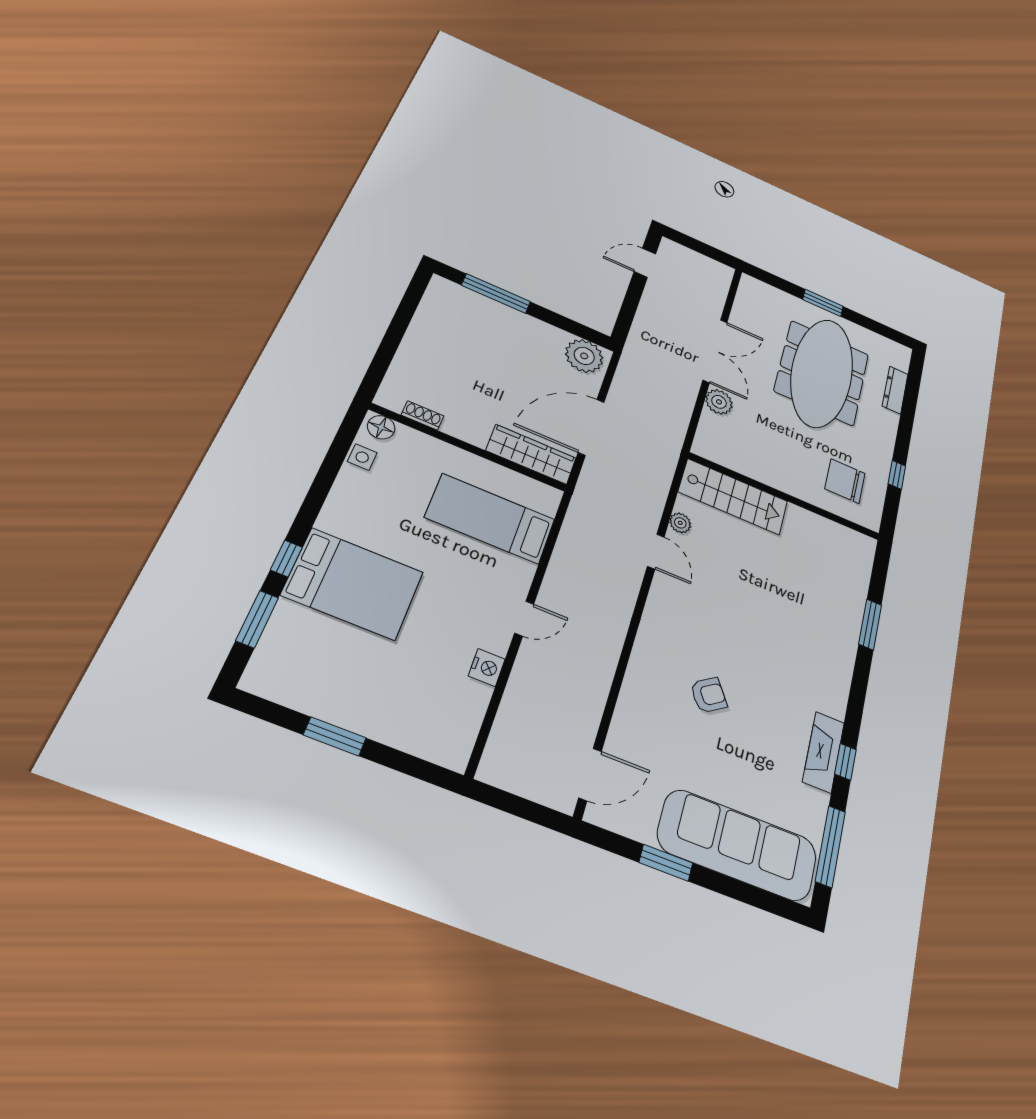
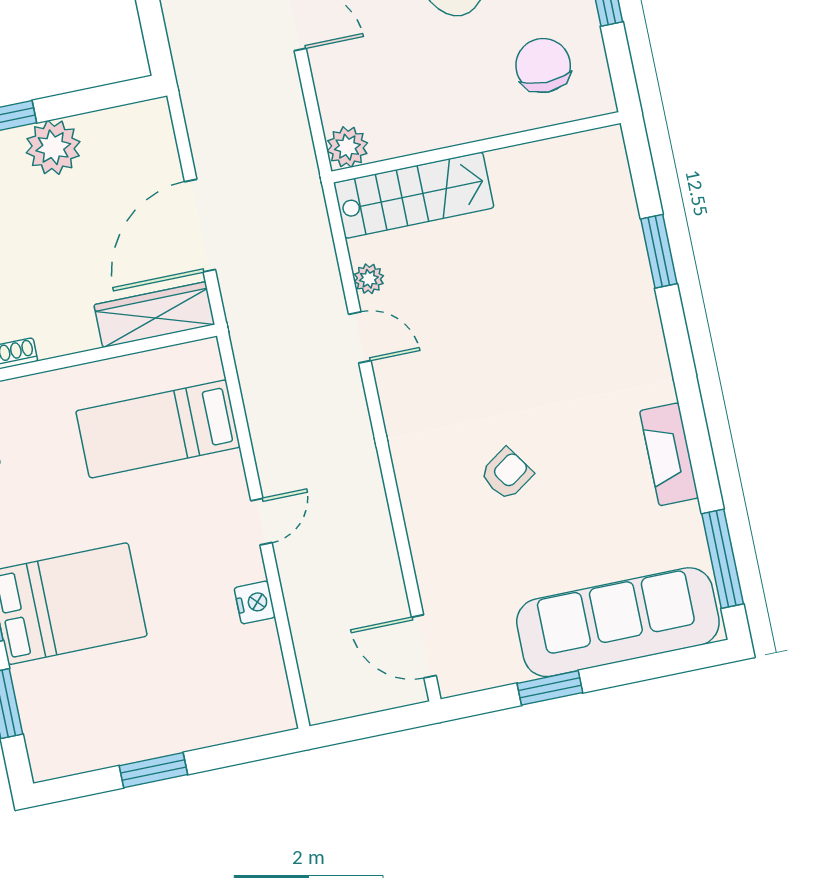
plant: (584, 356) -> (53, 147), moved
plant: (719, 402) -> (347, 147), moved
chair: (845, 481) -> (543, 65), turned 90
window: (845, 762) -> (700, 449), removed
door: (590, 774) -> (424, 646), swing flipped

